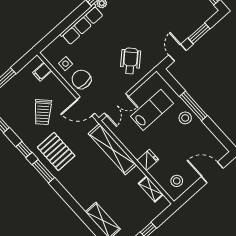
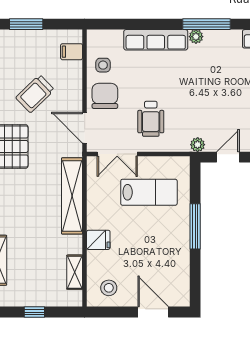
wheelchair: (130, 61) -> (151, 119), moved, turned 133
plant: (155, 61) -> (198, 145), added
stool: (185, 118) -> (176, 231), removed

